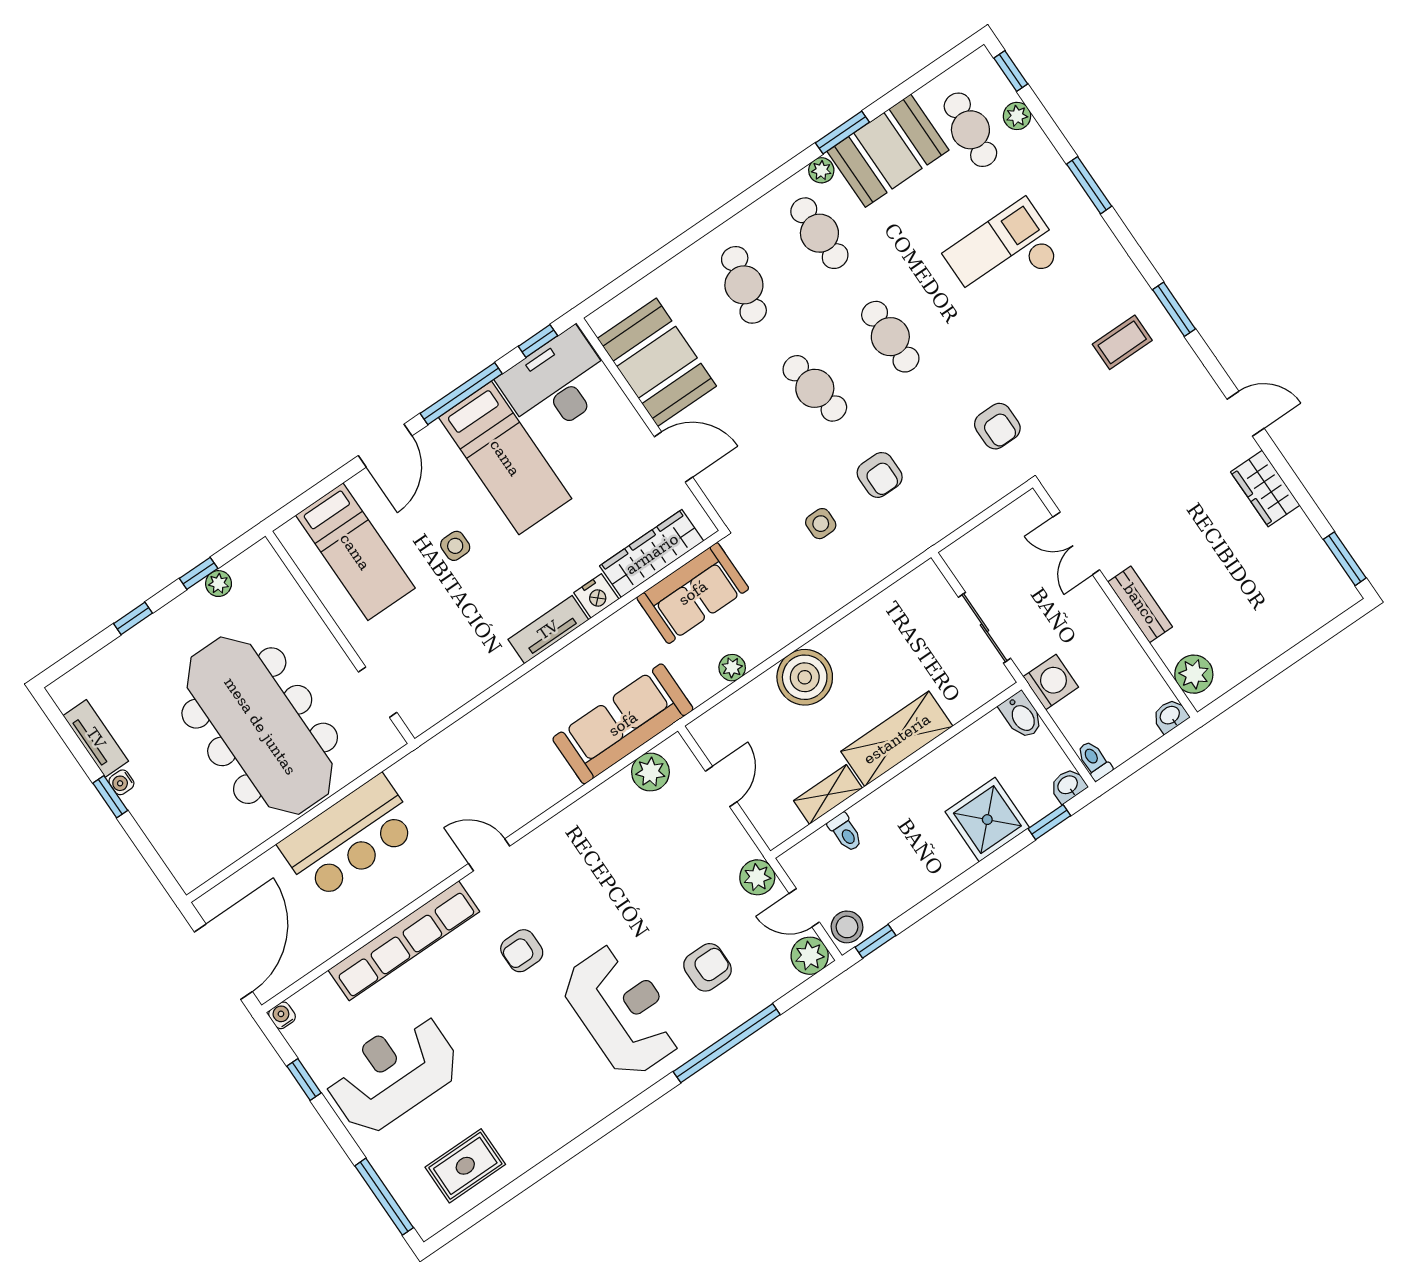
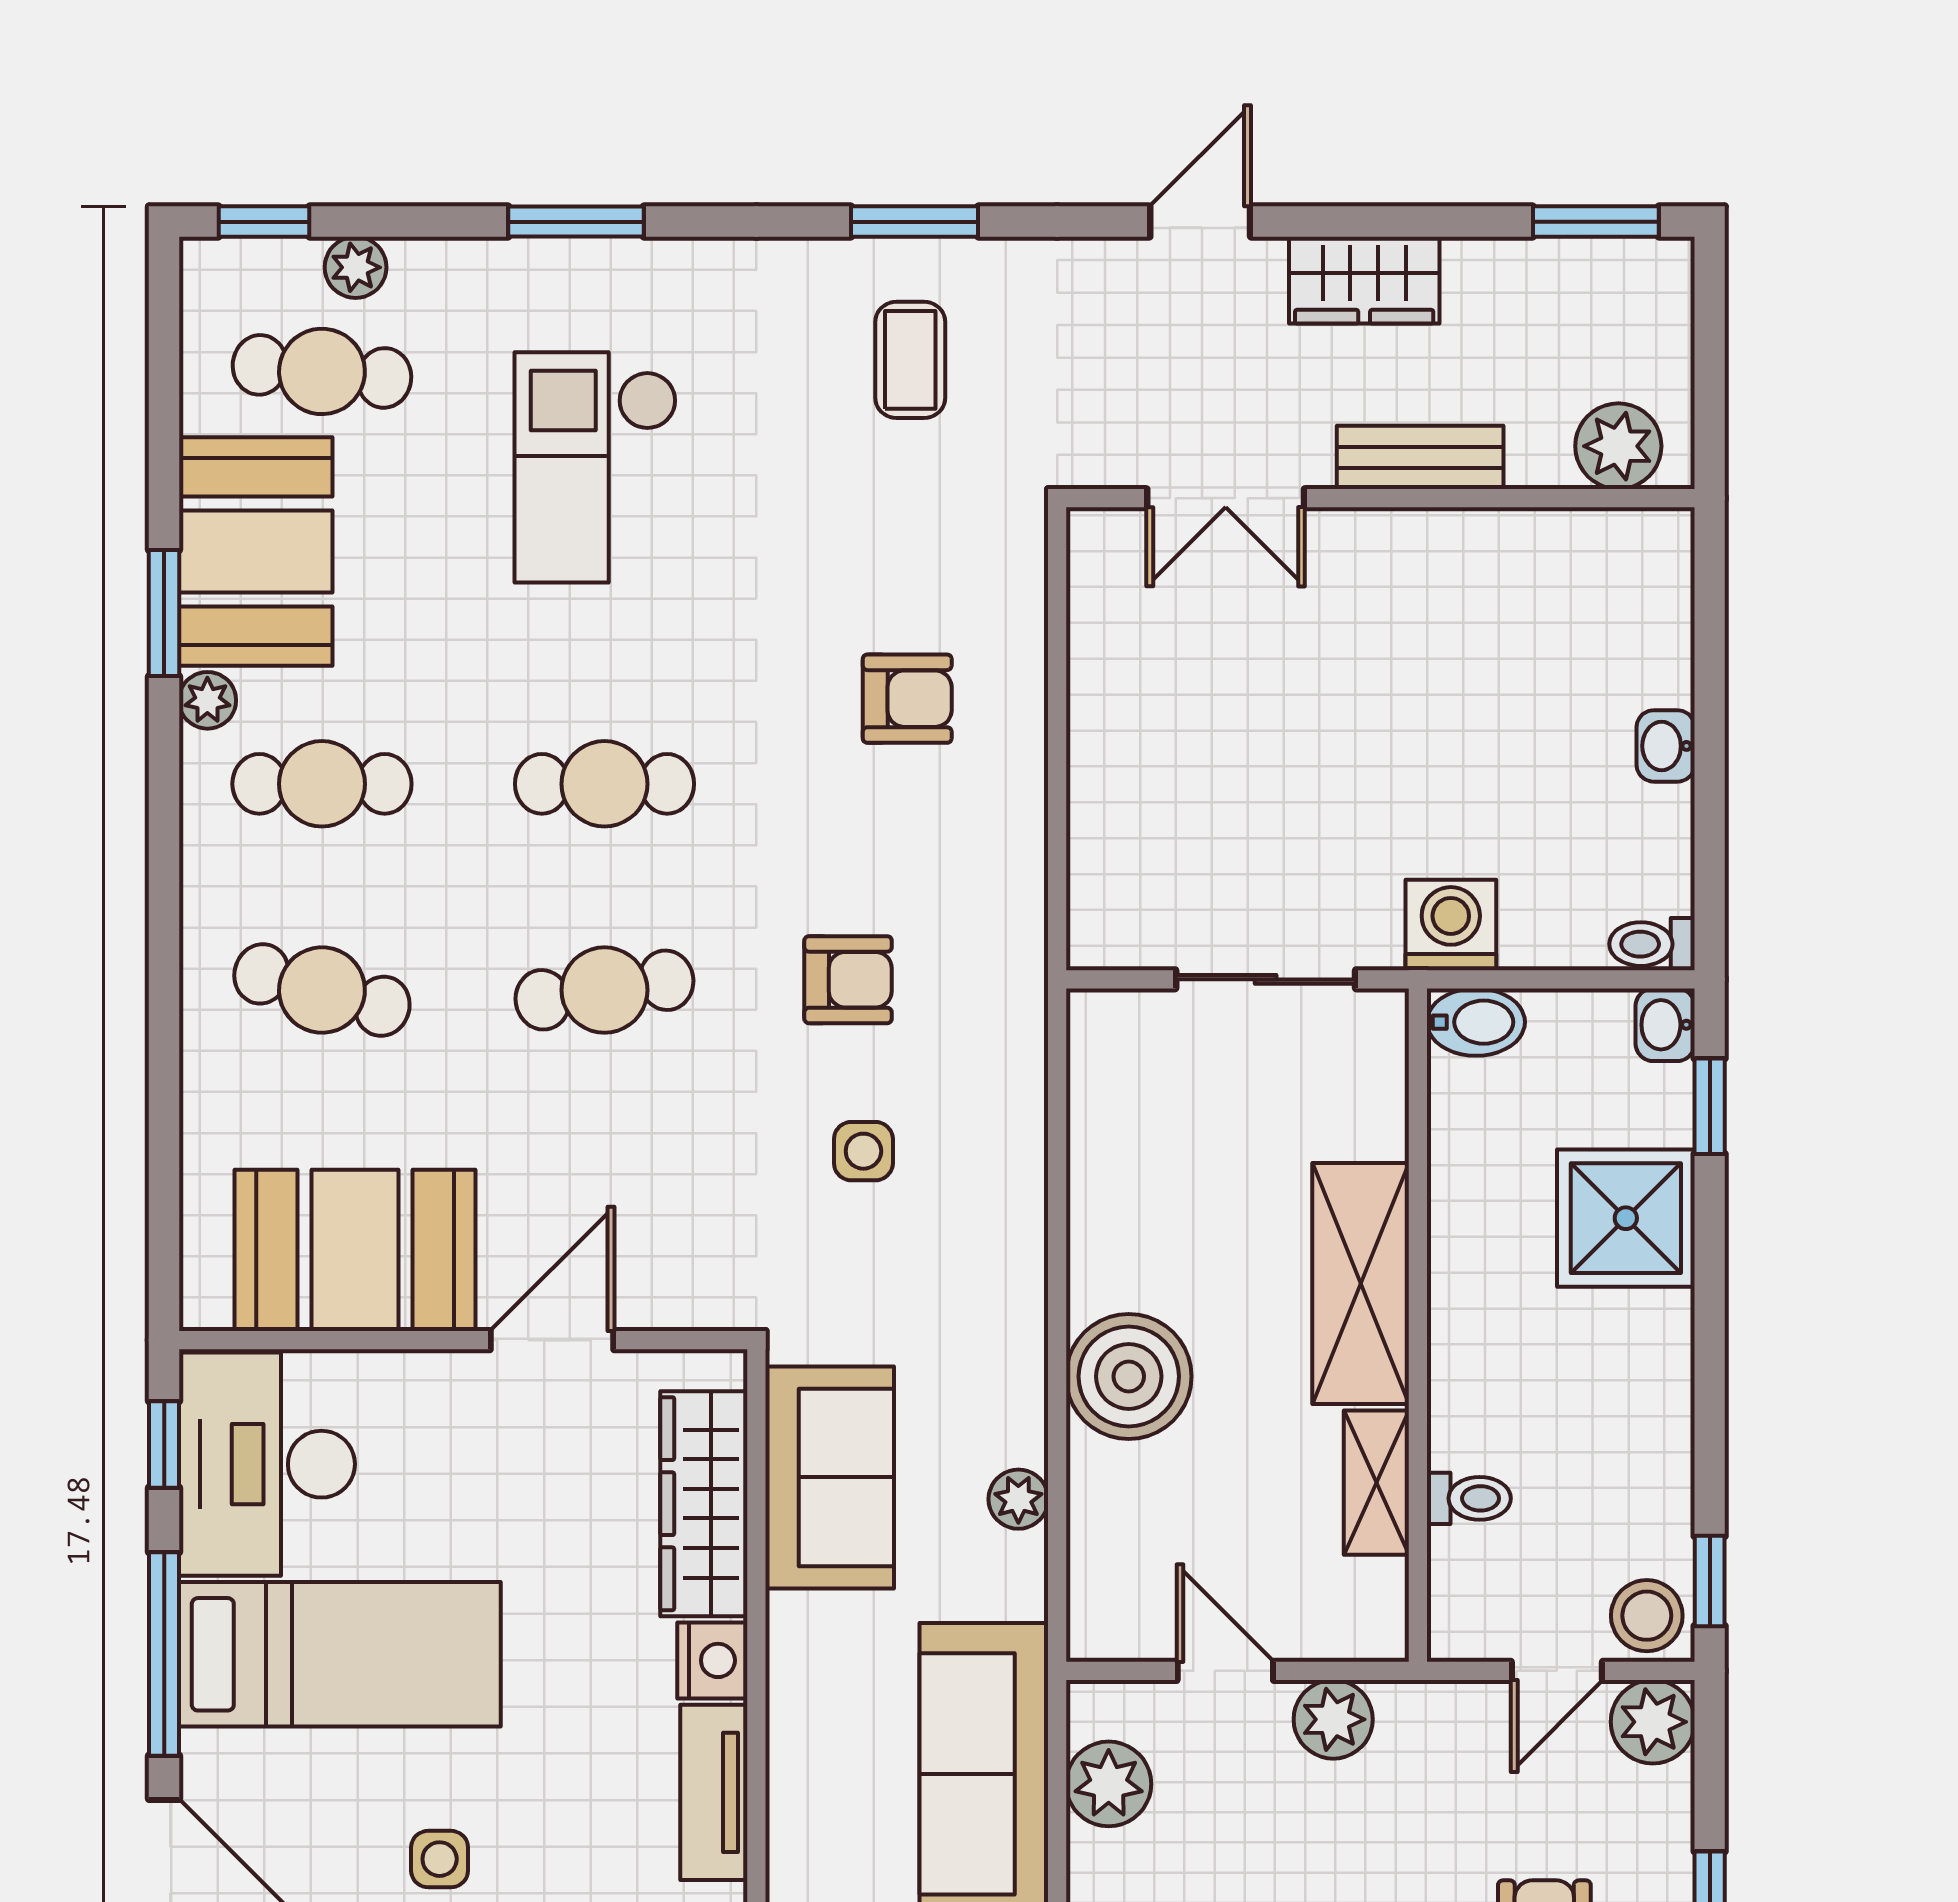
double door: (1076, 543) -> (1226, 498), moved
wall: (1115, 600) -> (1380, 498), moved
bench: (1140, 604) -> (1420, 457), moved
plant: (1194, 674) -> (1618, 446), moved
plant: (757, 877) -> (1333, 1719), moved

